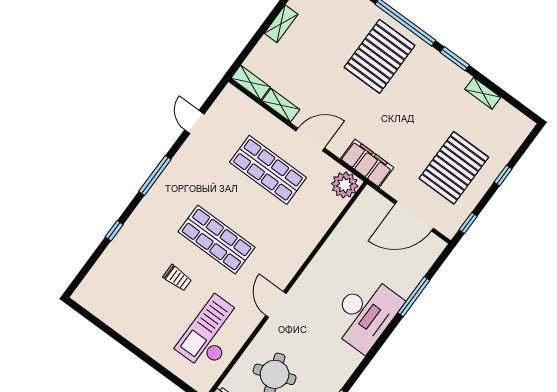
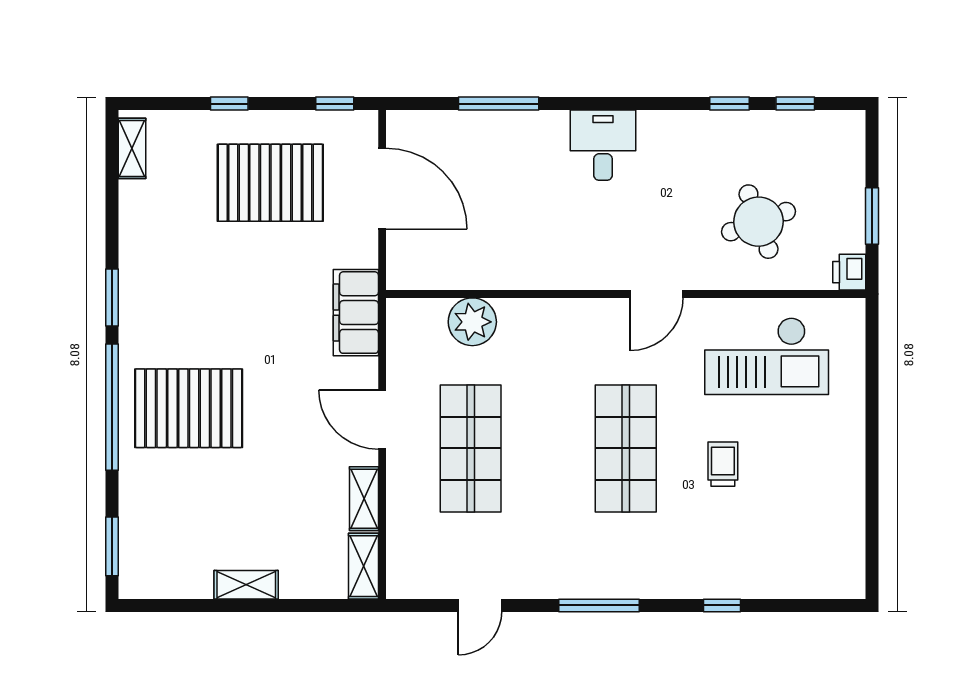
shelving: (483, 93) -> (132, 148), moved
plant: (345, 185) -> (472, 322), moved
desk: (365, 313) -> (603, 145), width x0.53, depth x0.77

